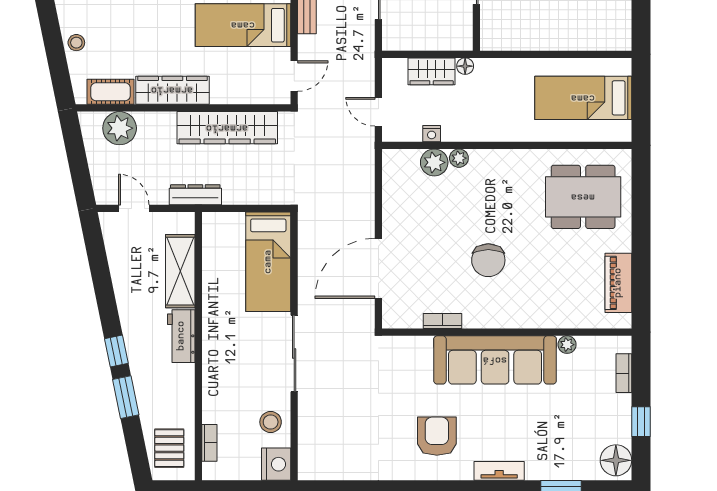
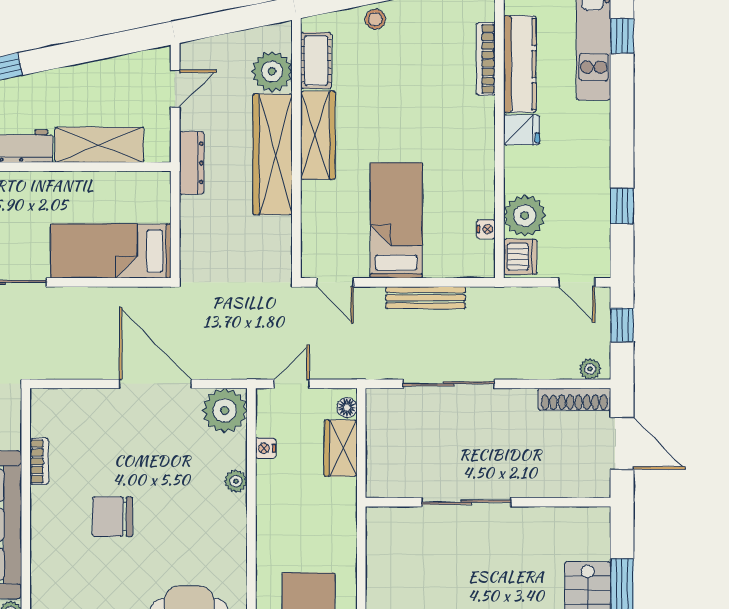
floor lamp: (465, 66) -> (347, 408), moved
wardrobe: (227, 128) -> (273, 154), moved
plant: (434, 162) -> (225, 410), moved, width x1.36, depth x1.36
door: (378, 268) -> (155, 384), moved

